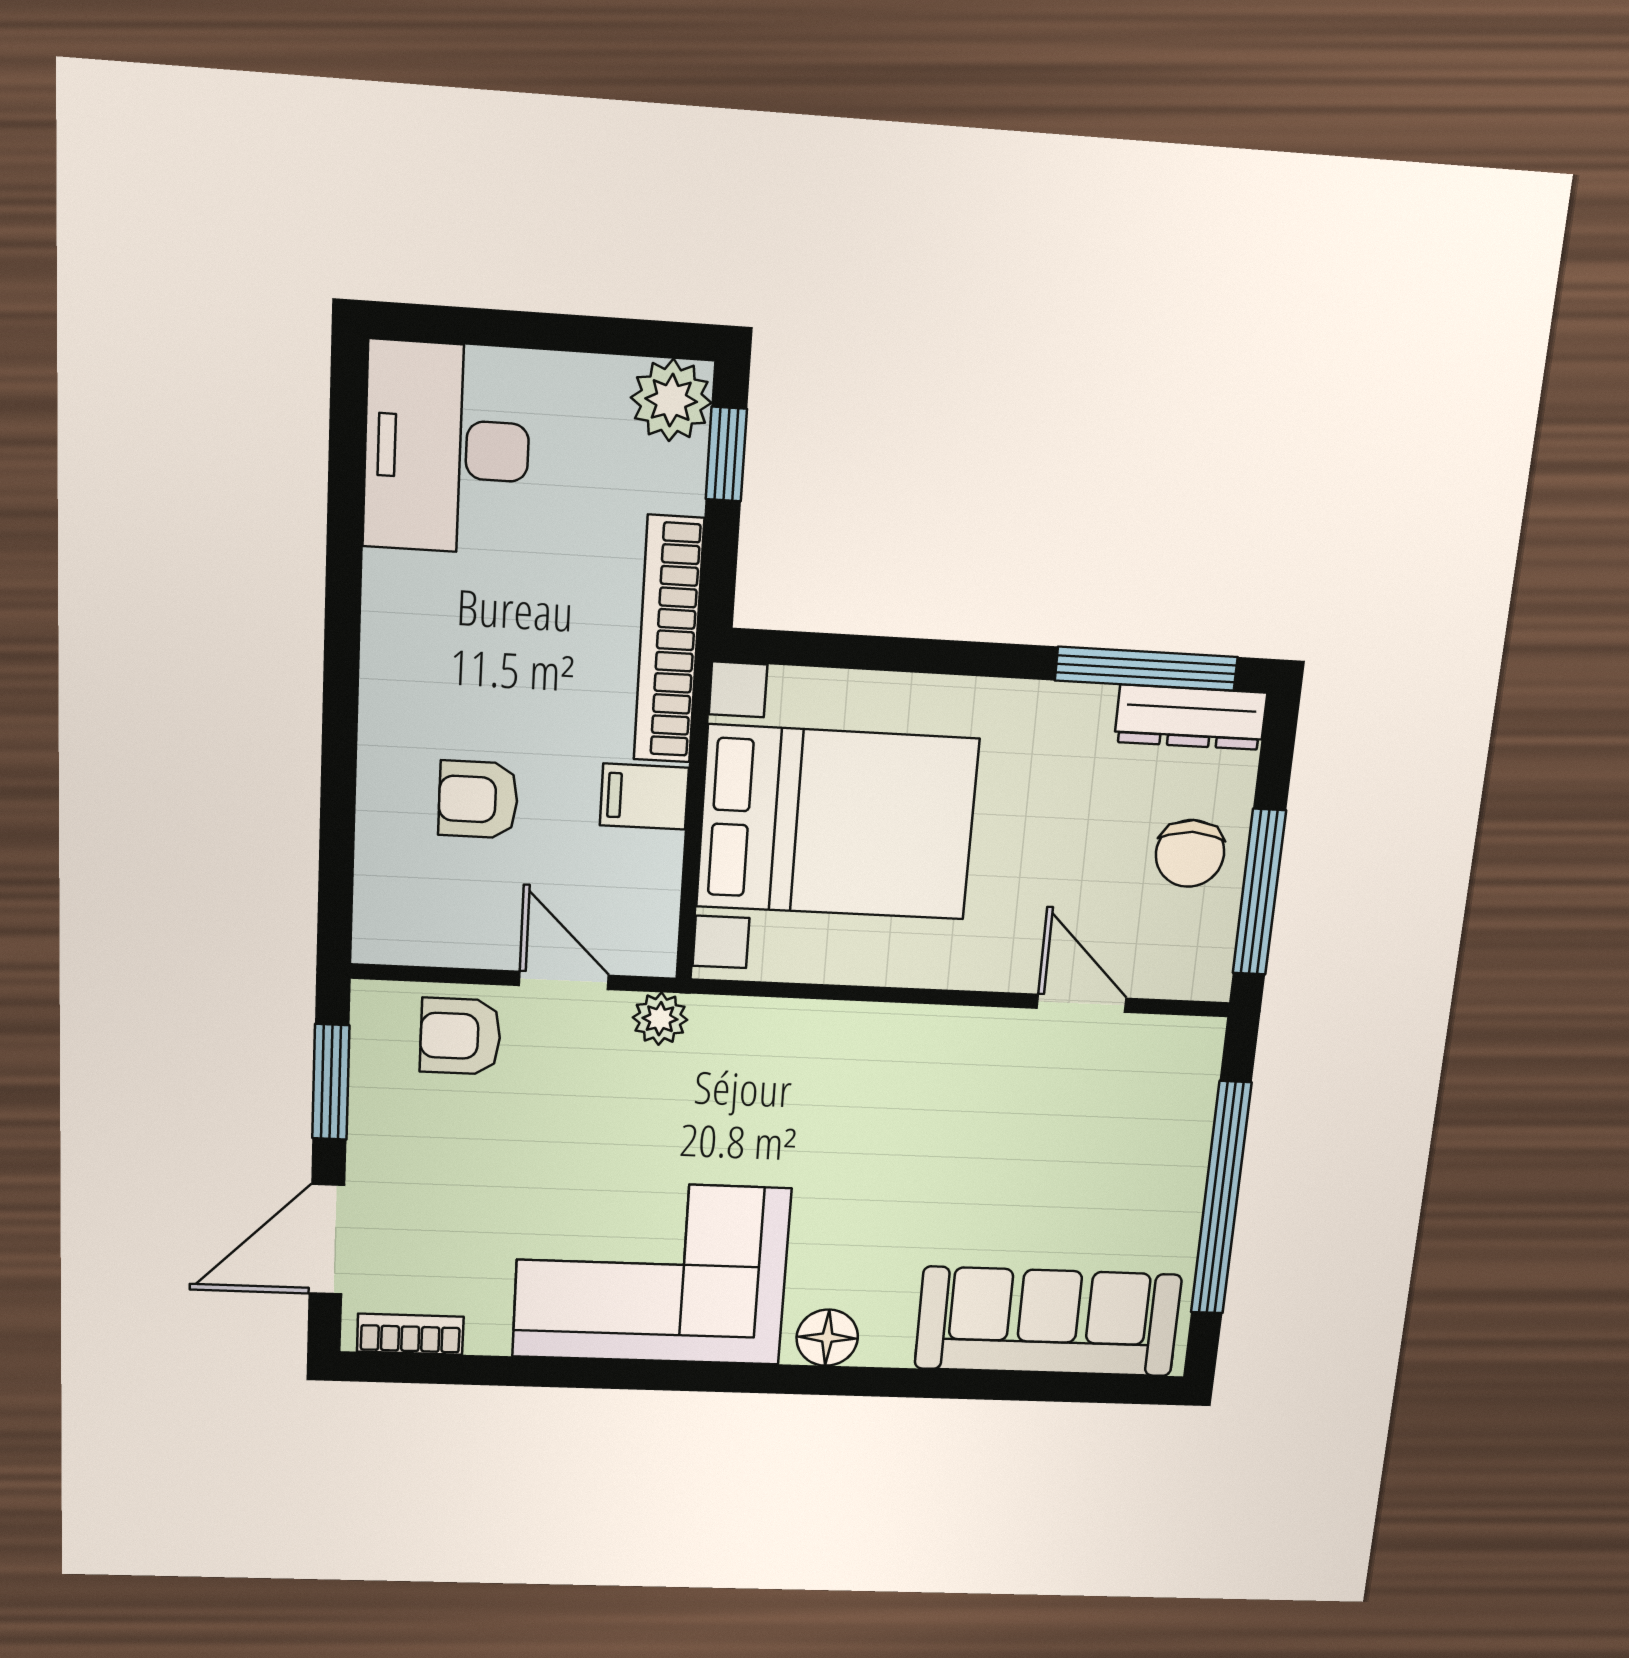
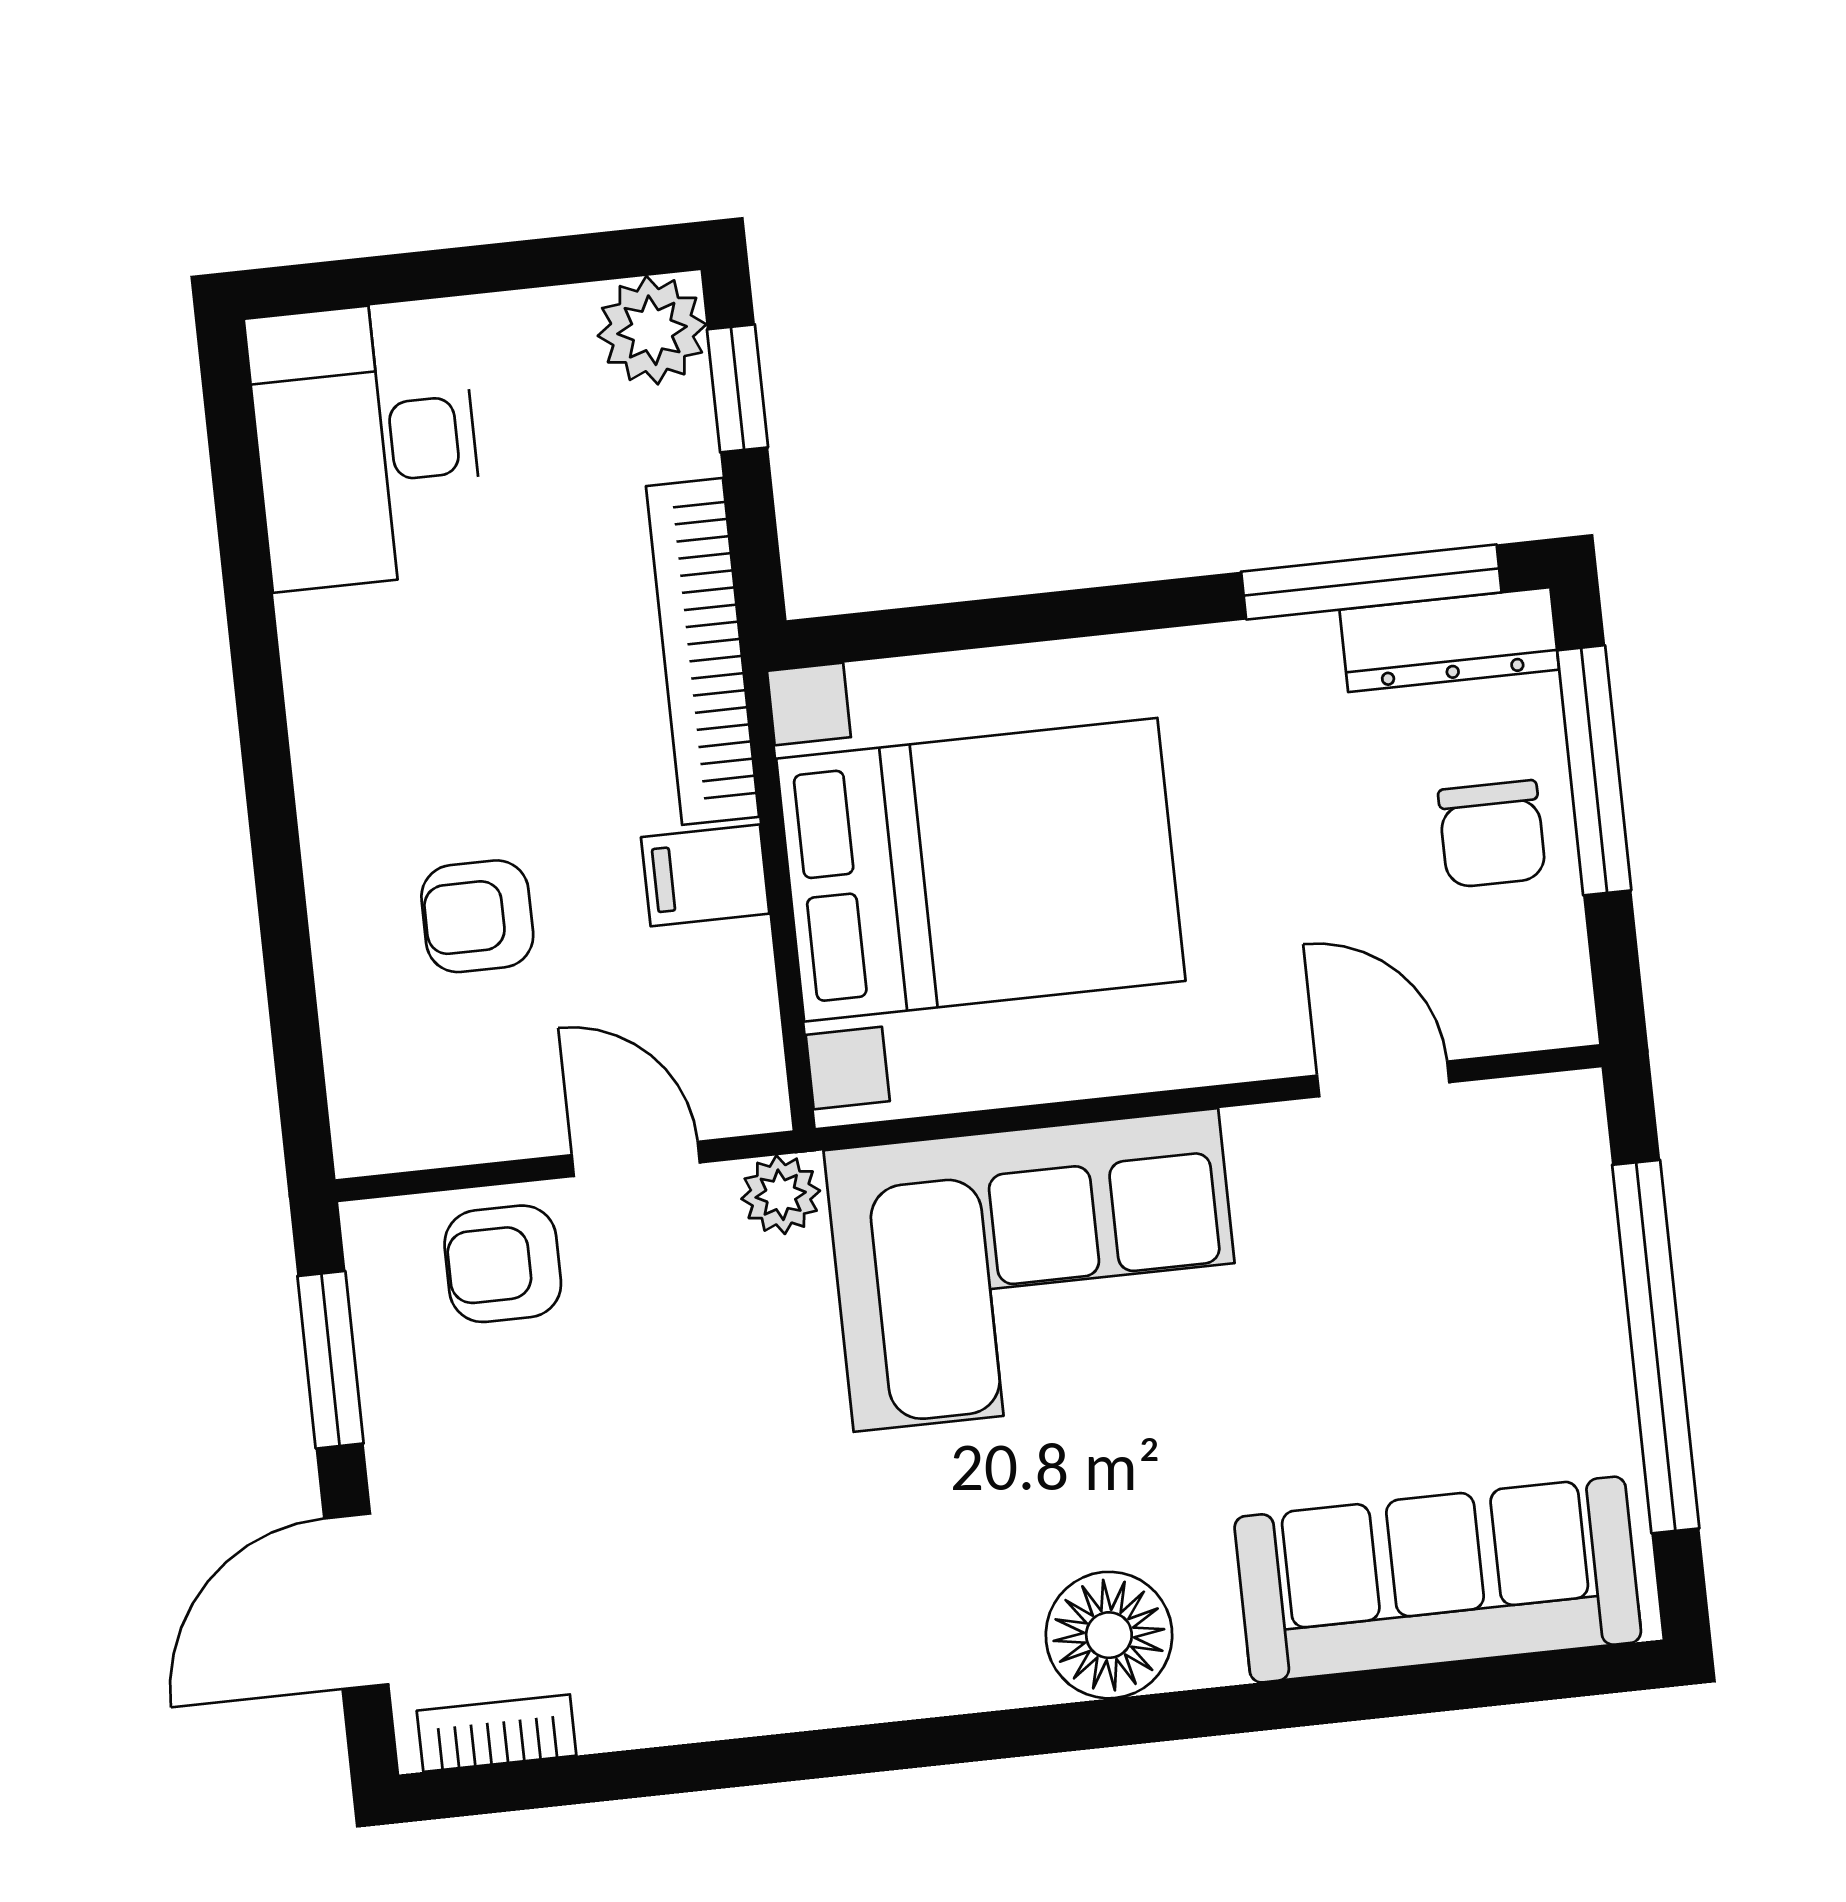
window: (1259, 892) -> (1594, 770), moved
corner sofa: (651, 1273) -> (1036, 1270), moved, turned 180
floor lamp: (827, 1338) -> (1109, 1635), width x1.38, depth x1.38

